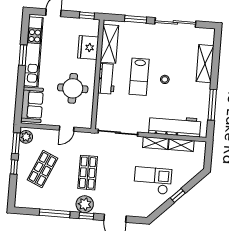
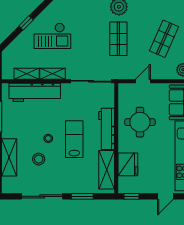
stool: (176, 60) -> (39, 159), added
workbench: (107, 79) -> (107, 129), width x1.38

